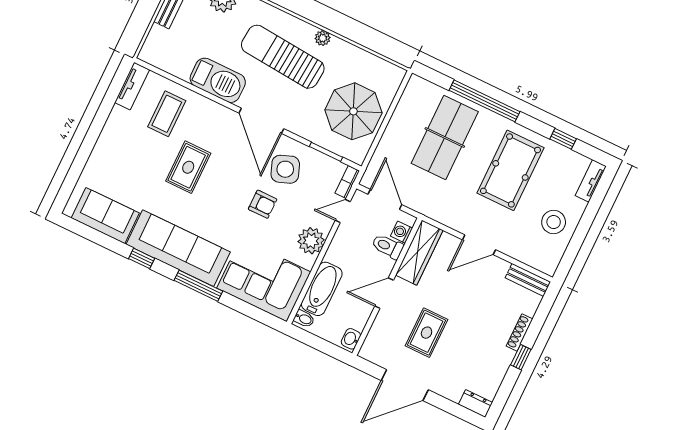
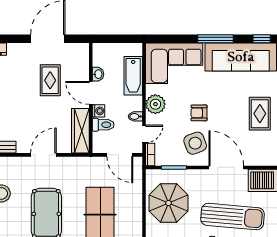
washing machine: (402, 232) -> (99, 111), moved
door: (384, 293) -> (91, 93), swing flipped
bidet: (304, 319) -> (135, 116), moved
washbasin: (351, 339) -> (98, 74), moved

